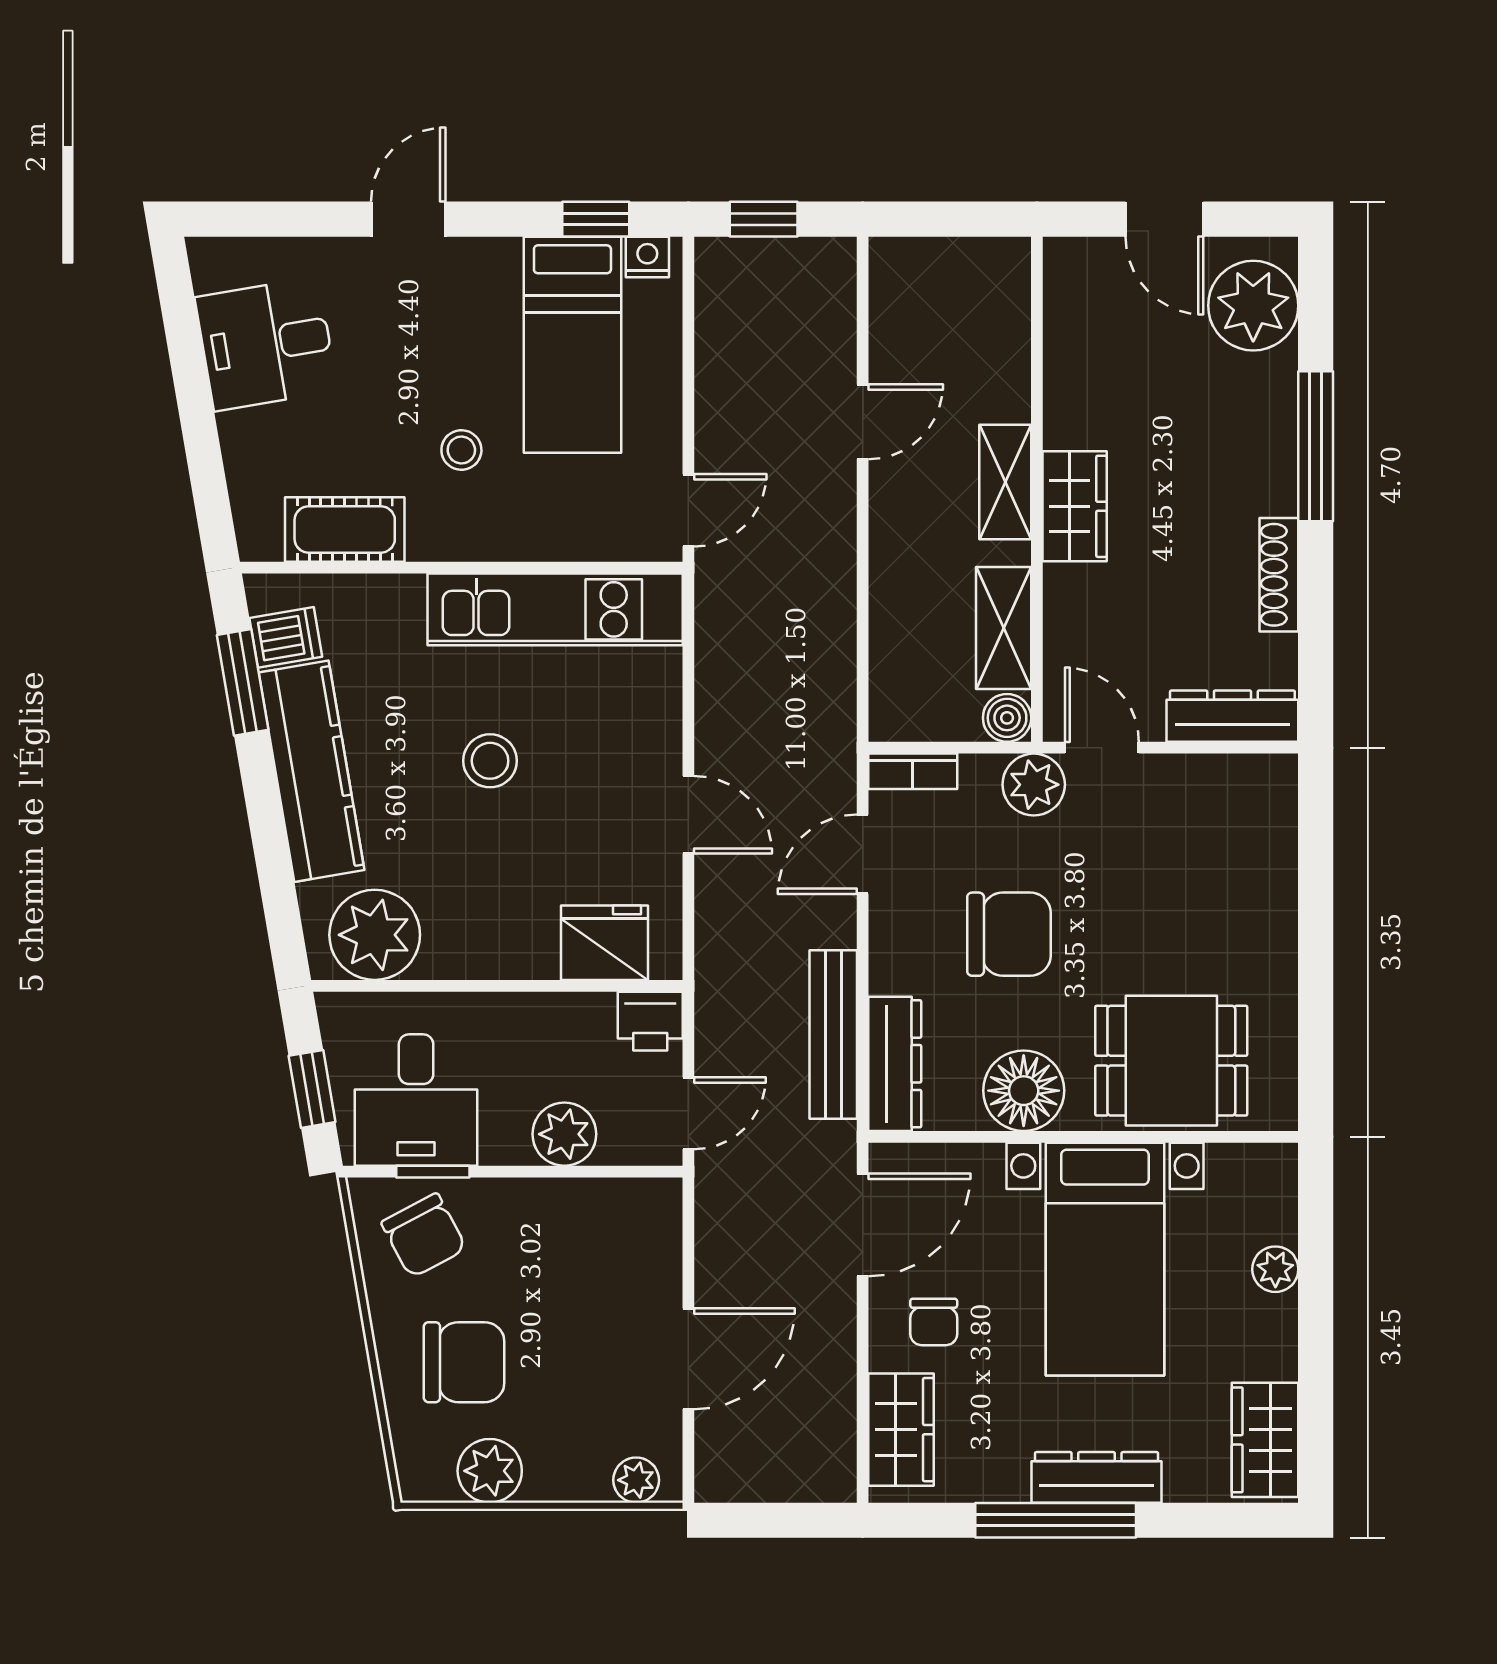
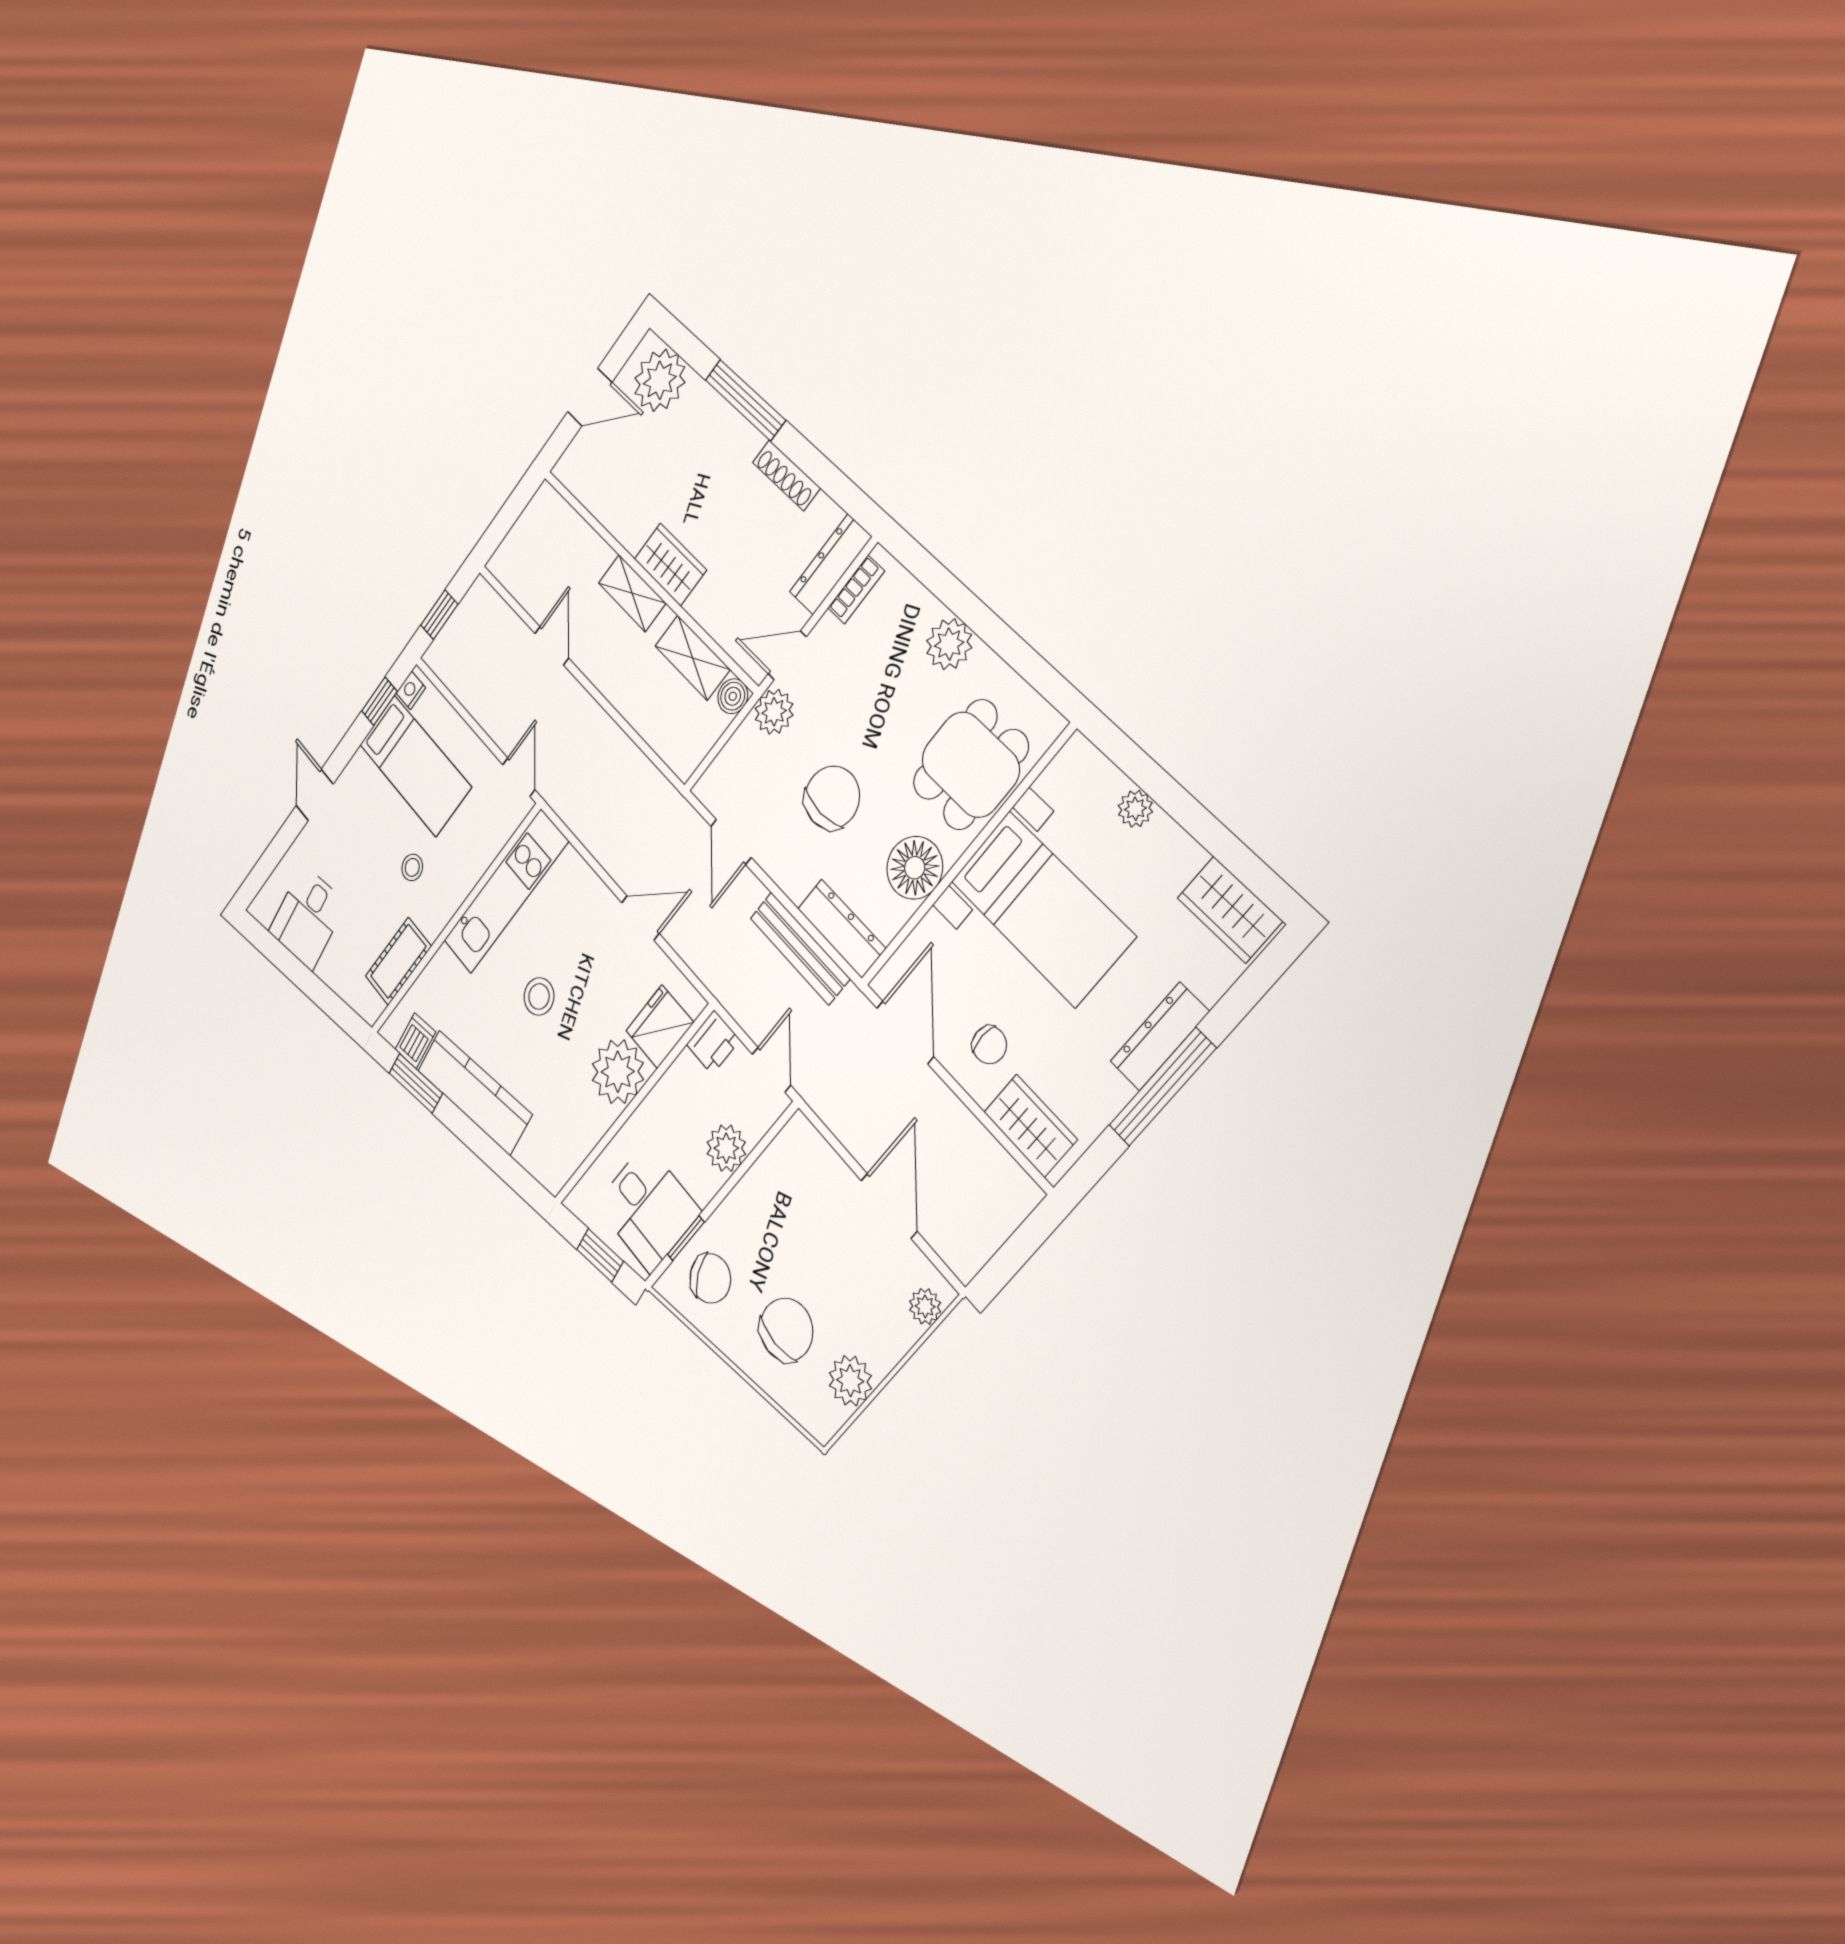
bookcase: (913, 771) -> (856, 590), moved
plant: (1265, 930) -> (949, 644), added
plant: (375, 935) -> (618, 1072), moved

